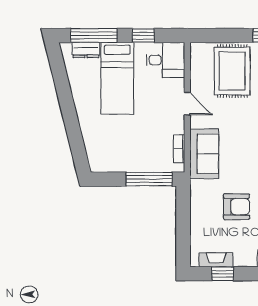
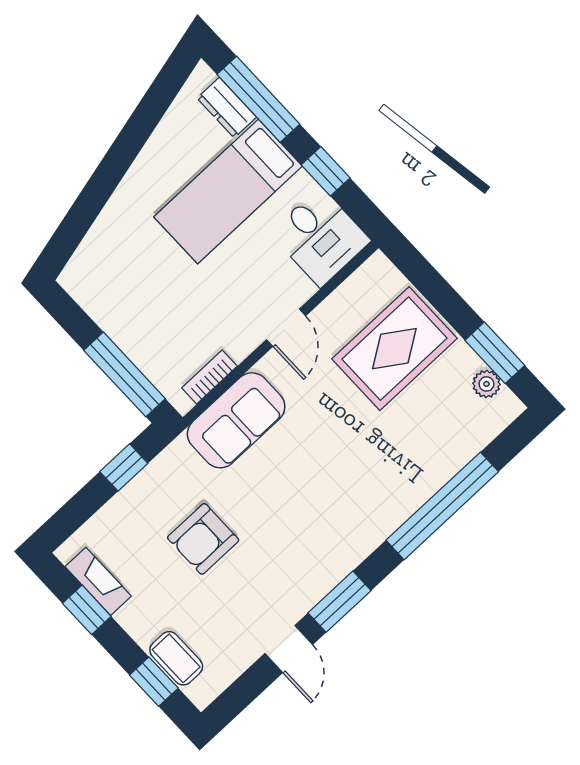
armchair: (236, 207) -> (203, 539), turned 90
window: (183, 211) -> (124, 467), added

